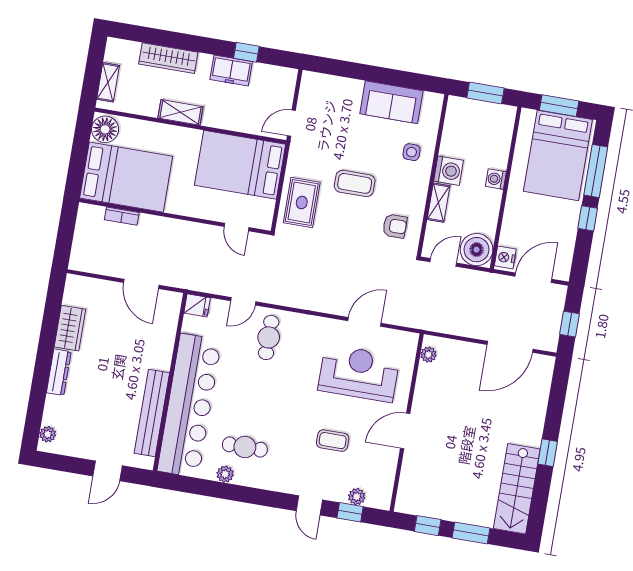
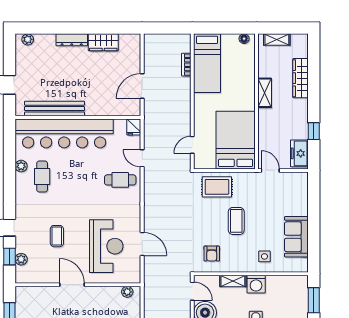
freezer: (231, 70) -> (299, 153), moved
floor lamp: (105, 129) -> (244, 39), width x0.53, depth x0.53
bed: (126, 177) -> (207, 63), width x0.67

